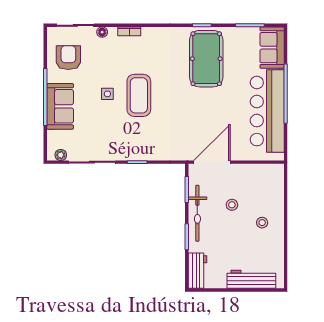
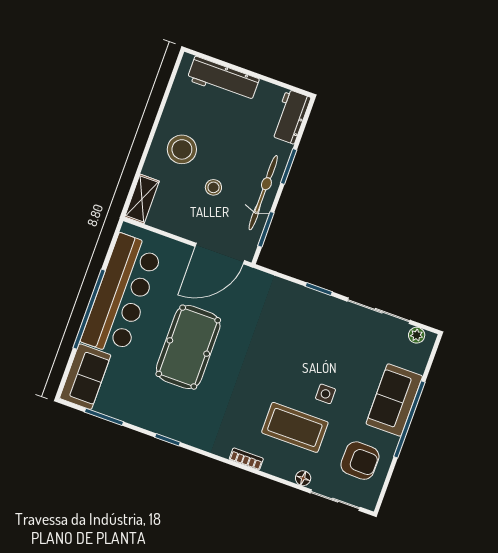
bookcase: (129, 31) -> (246, 459), moved
armchair: (68, 58) -> (360, 461), turned -89
pool table: (206, 59) -> (188, 347), moved
coffee table: (139, 95) -> (295, 427), moved, turned 90
shelving: (277, 180) -> (142, 199), added
stool: (262, 223) -> (182, 149), width x1.89, depth x1.89

